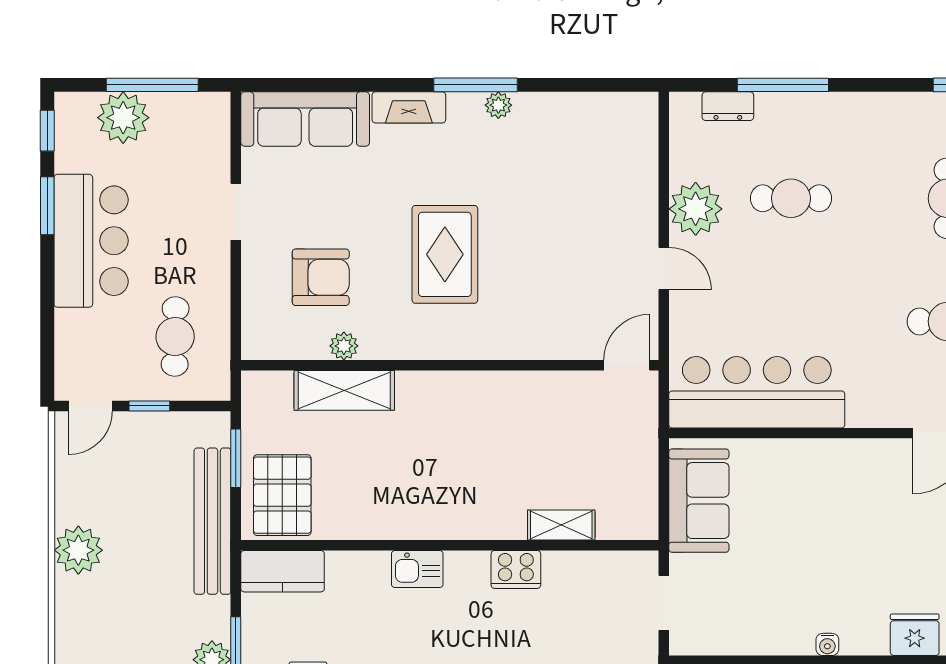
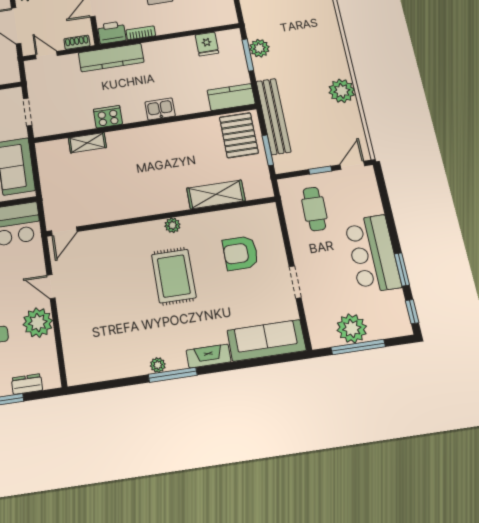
plant: (123, 118) -> (352, 328), moved
plant: (344, 346) -> (172, 225), moved

